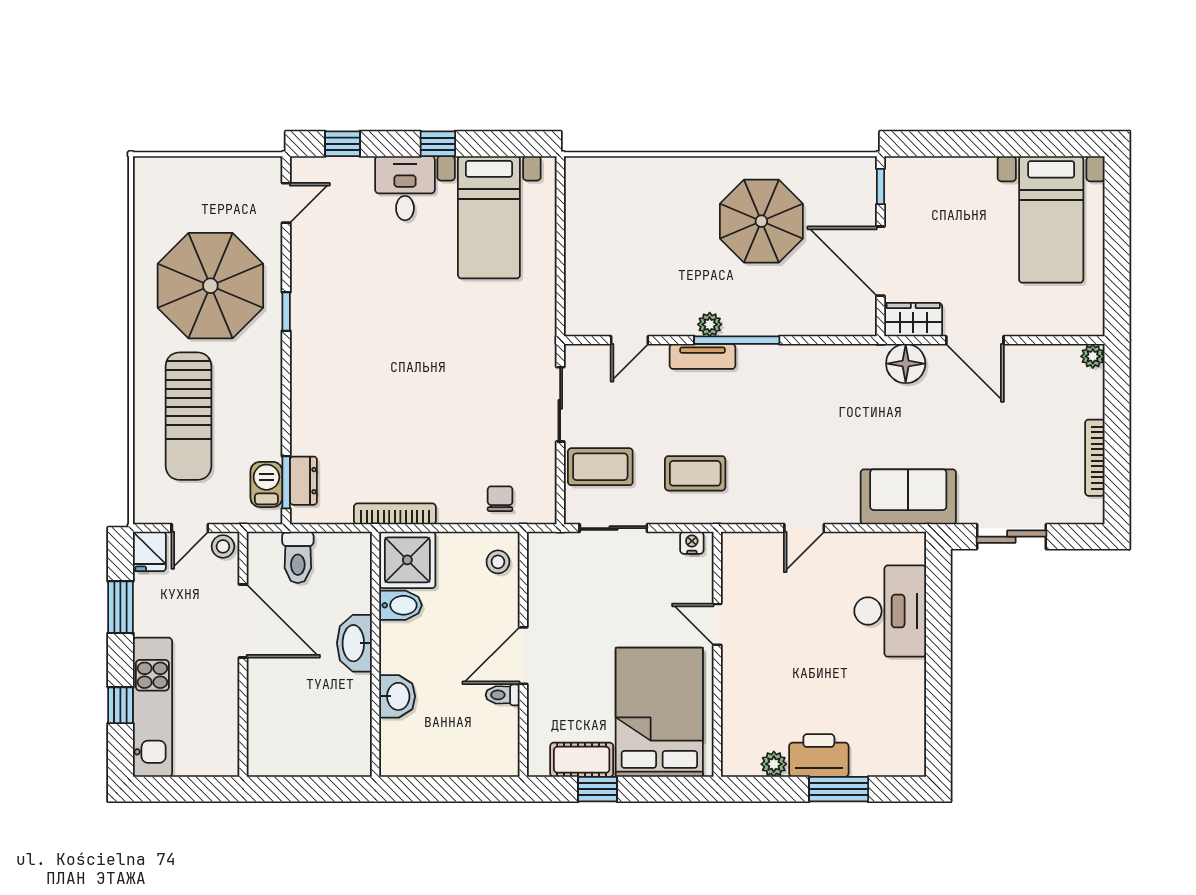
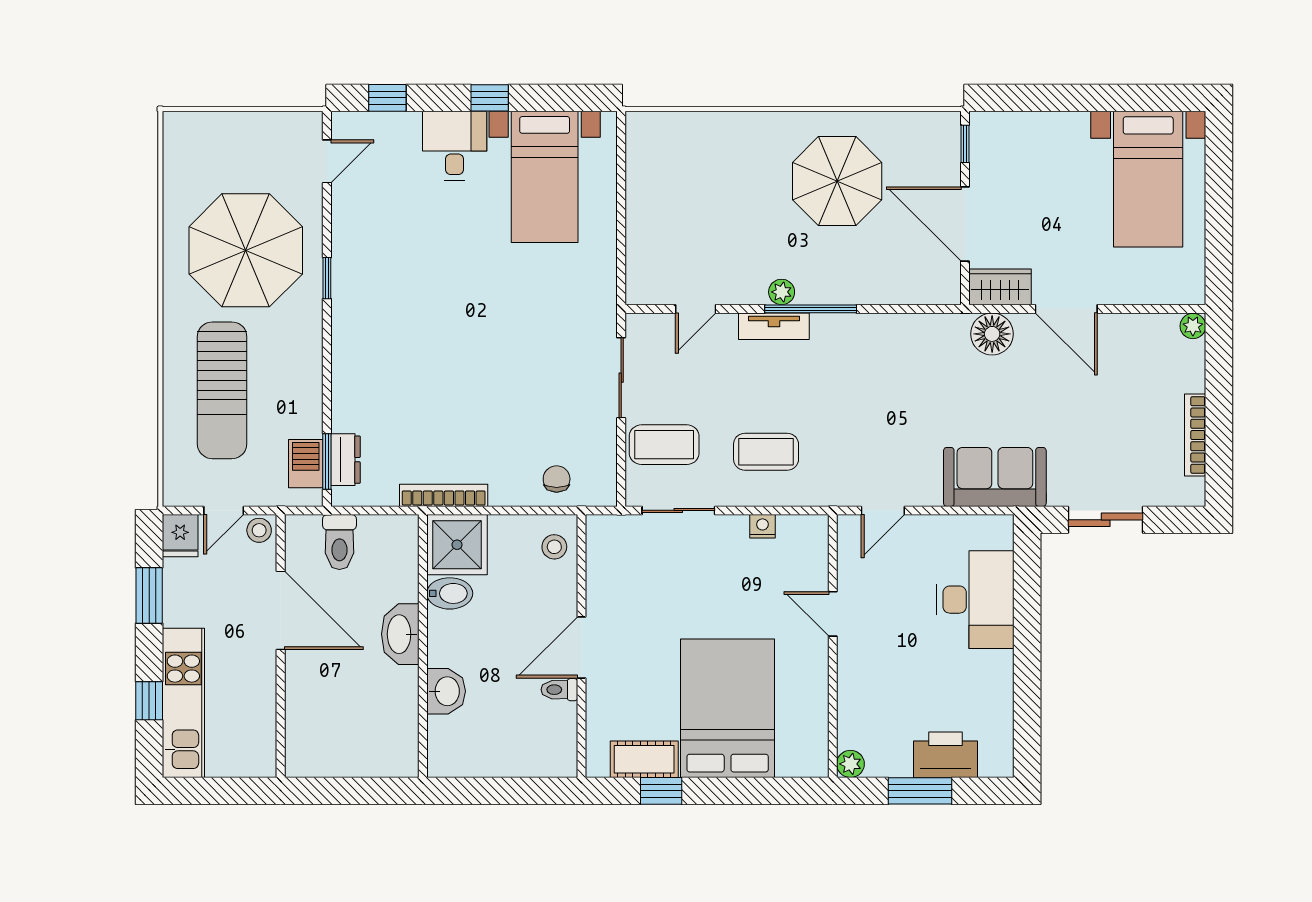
door: (717, 624) -> (833, 614), moved
wall: (717, 654) -> (833, 646), moved
printer: (819, 755) -> (945, 755), moved

